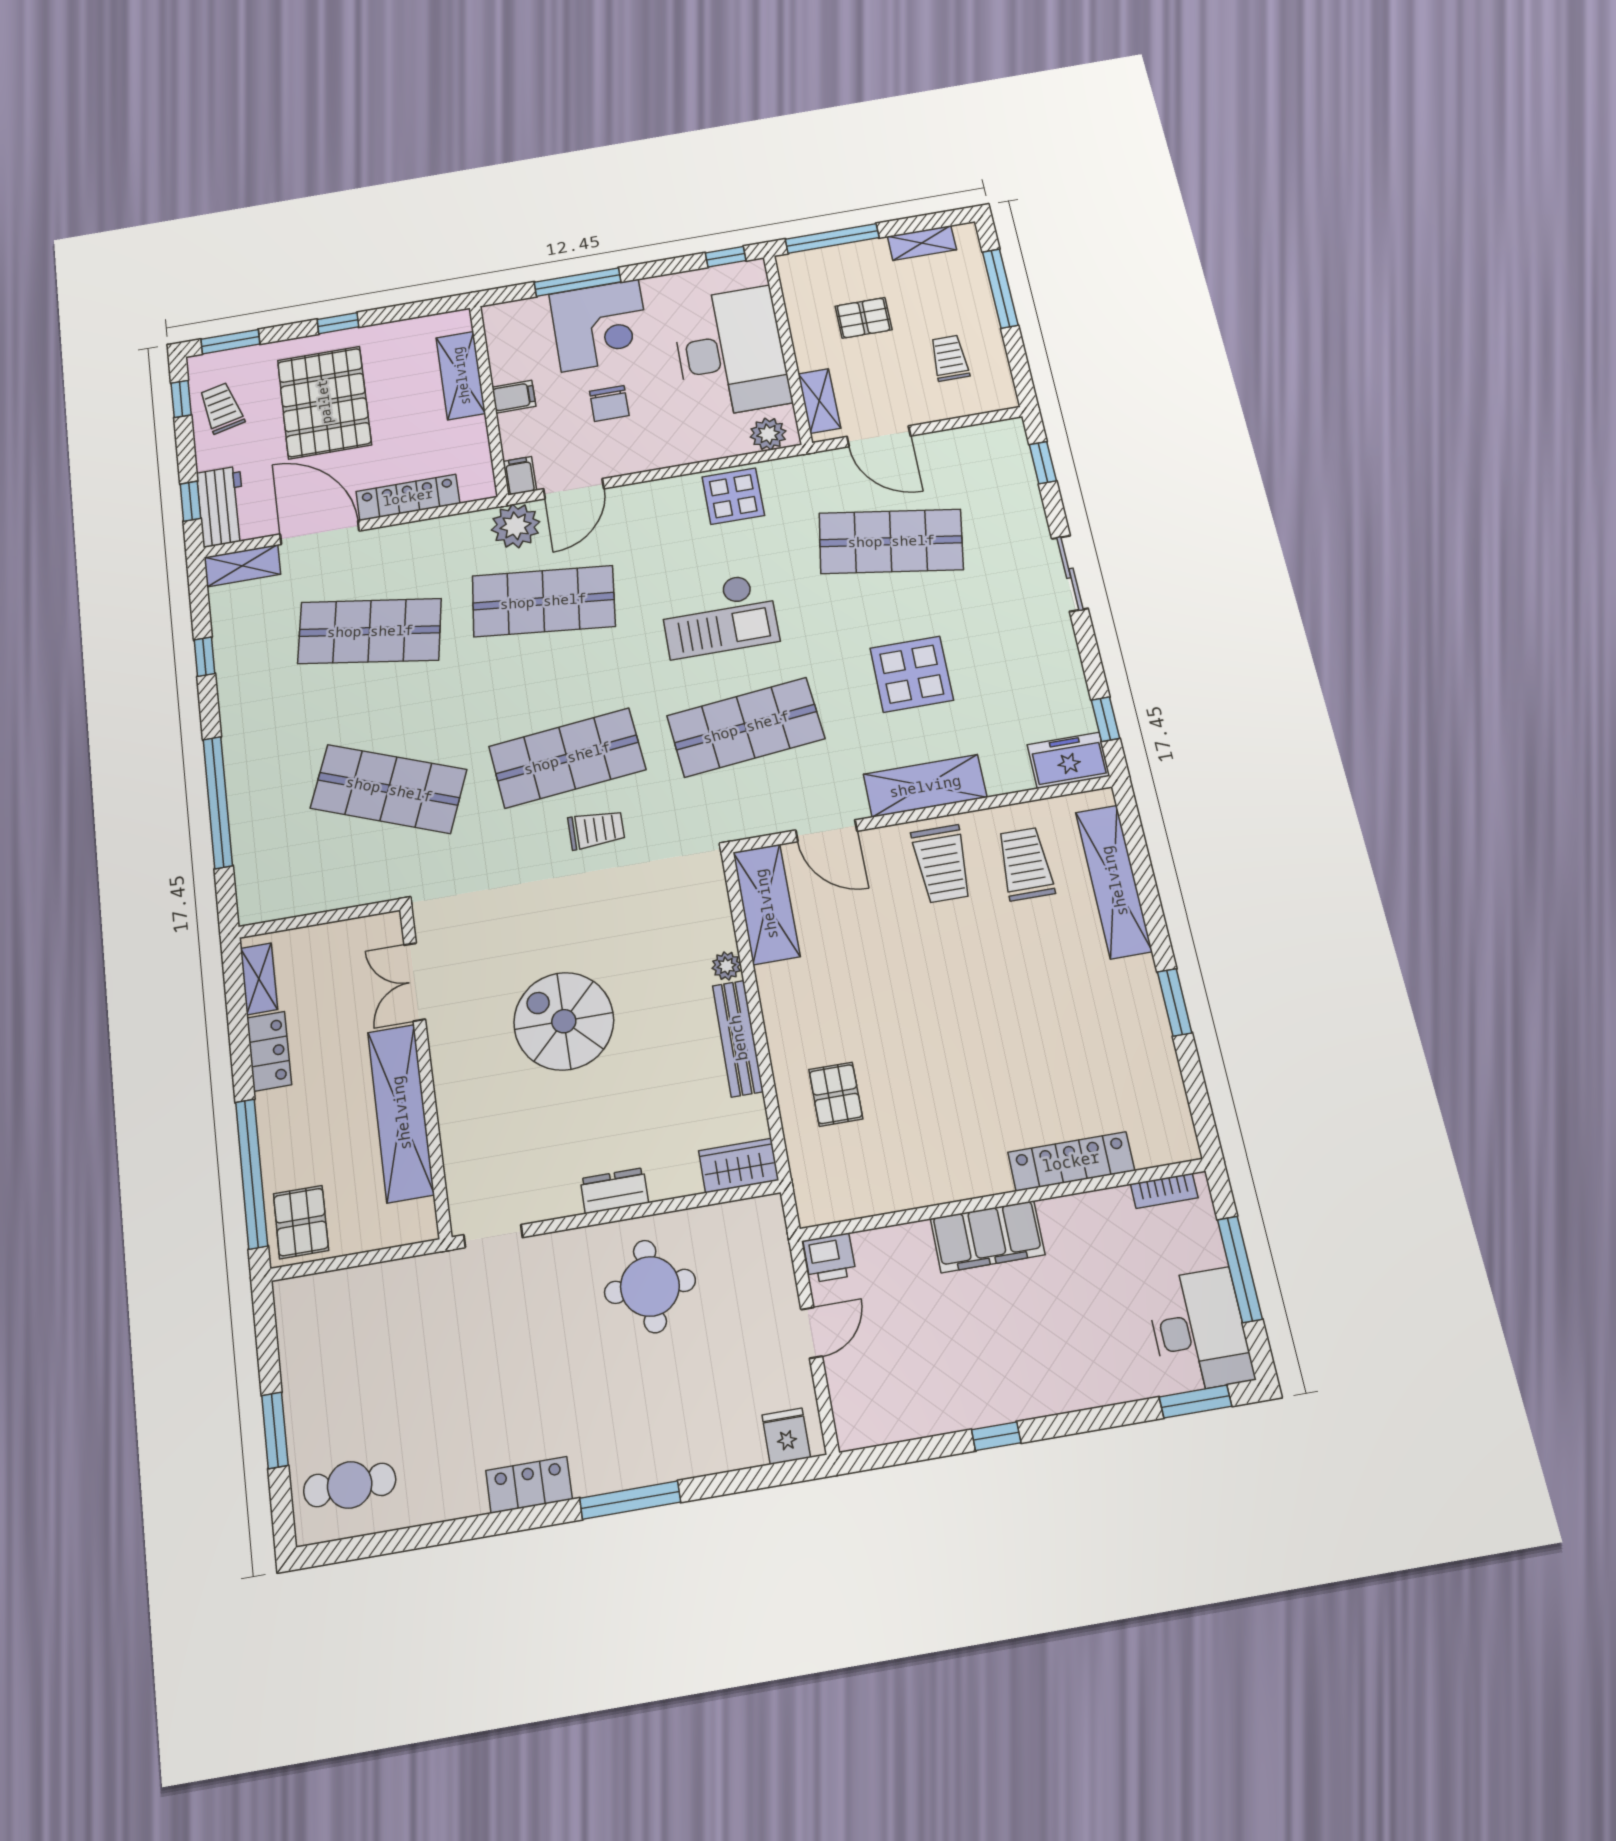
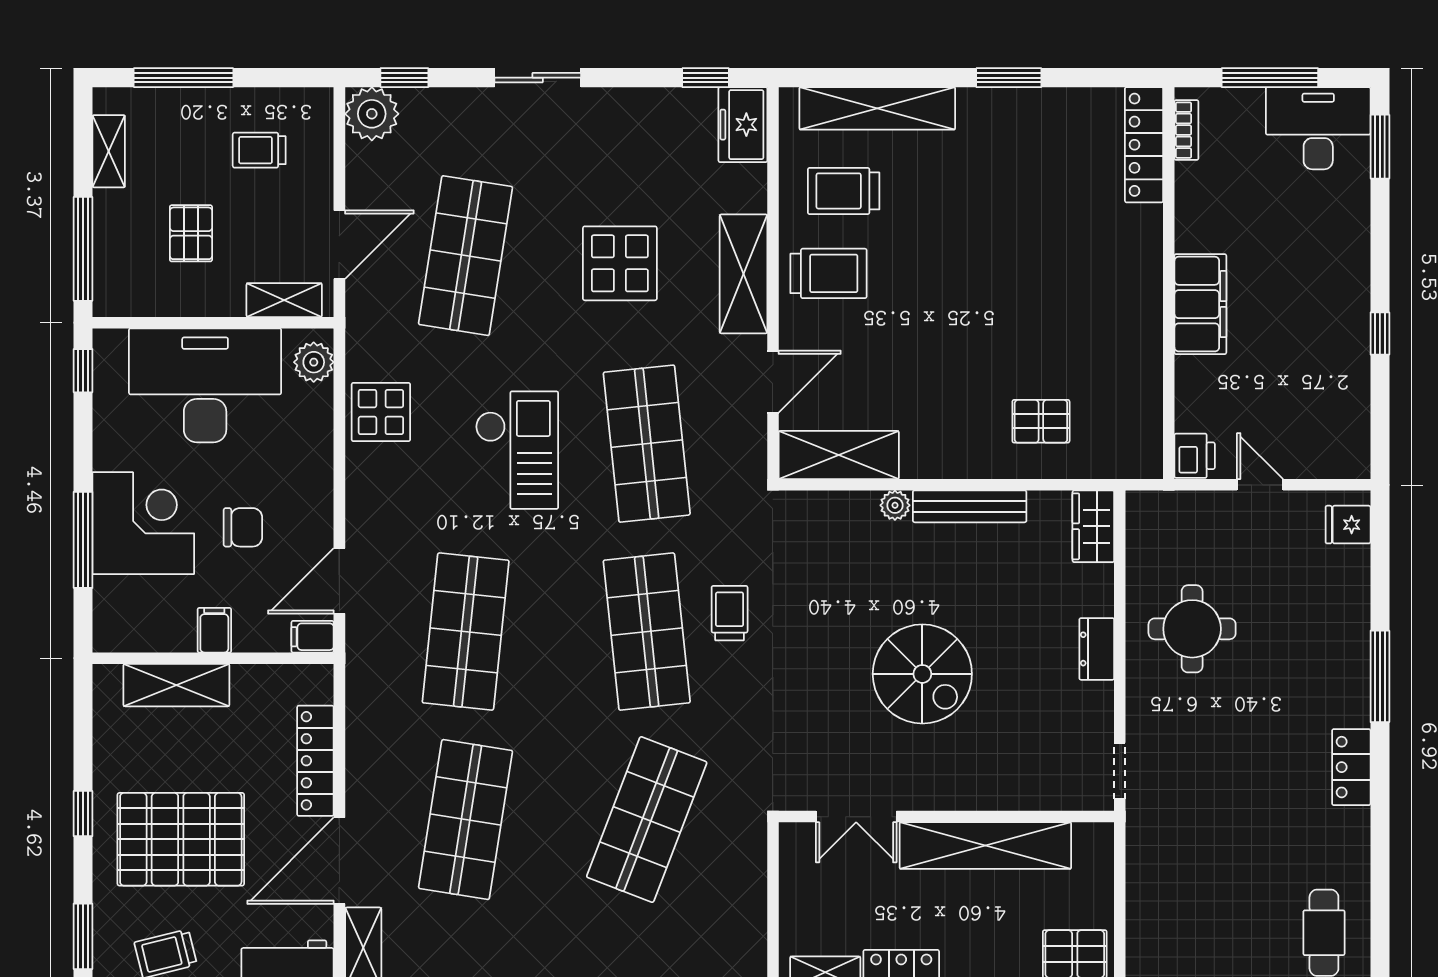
door: (574, 489) -> (339, 581), swing flipped
plant: (516, 526) -> (372, 114), moved
spiral stairs: (564, 1021) -> (922, 674), turned -90
locker: (1071, 1161) -> (1144, 145), moved

